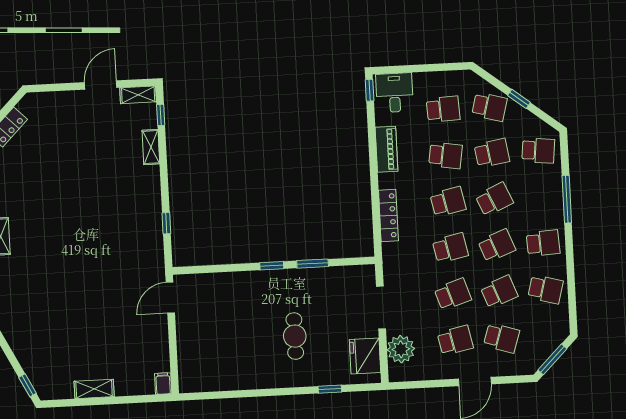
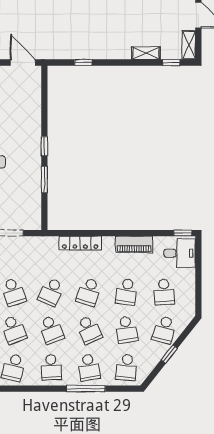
school desk: (541, 197) -> (89, 367), added
school desk: (448, 202) -> (89, 292), turned 30
school desk: (450, 248) -> (51, 292), turned 36

